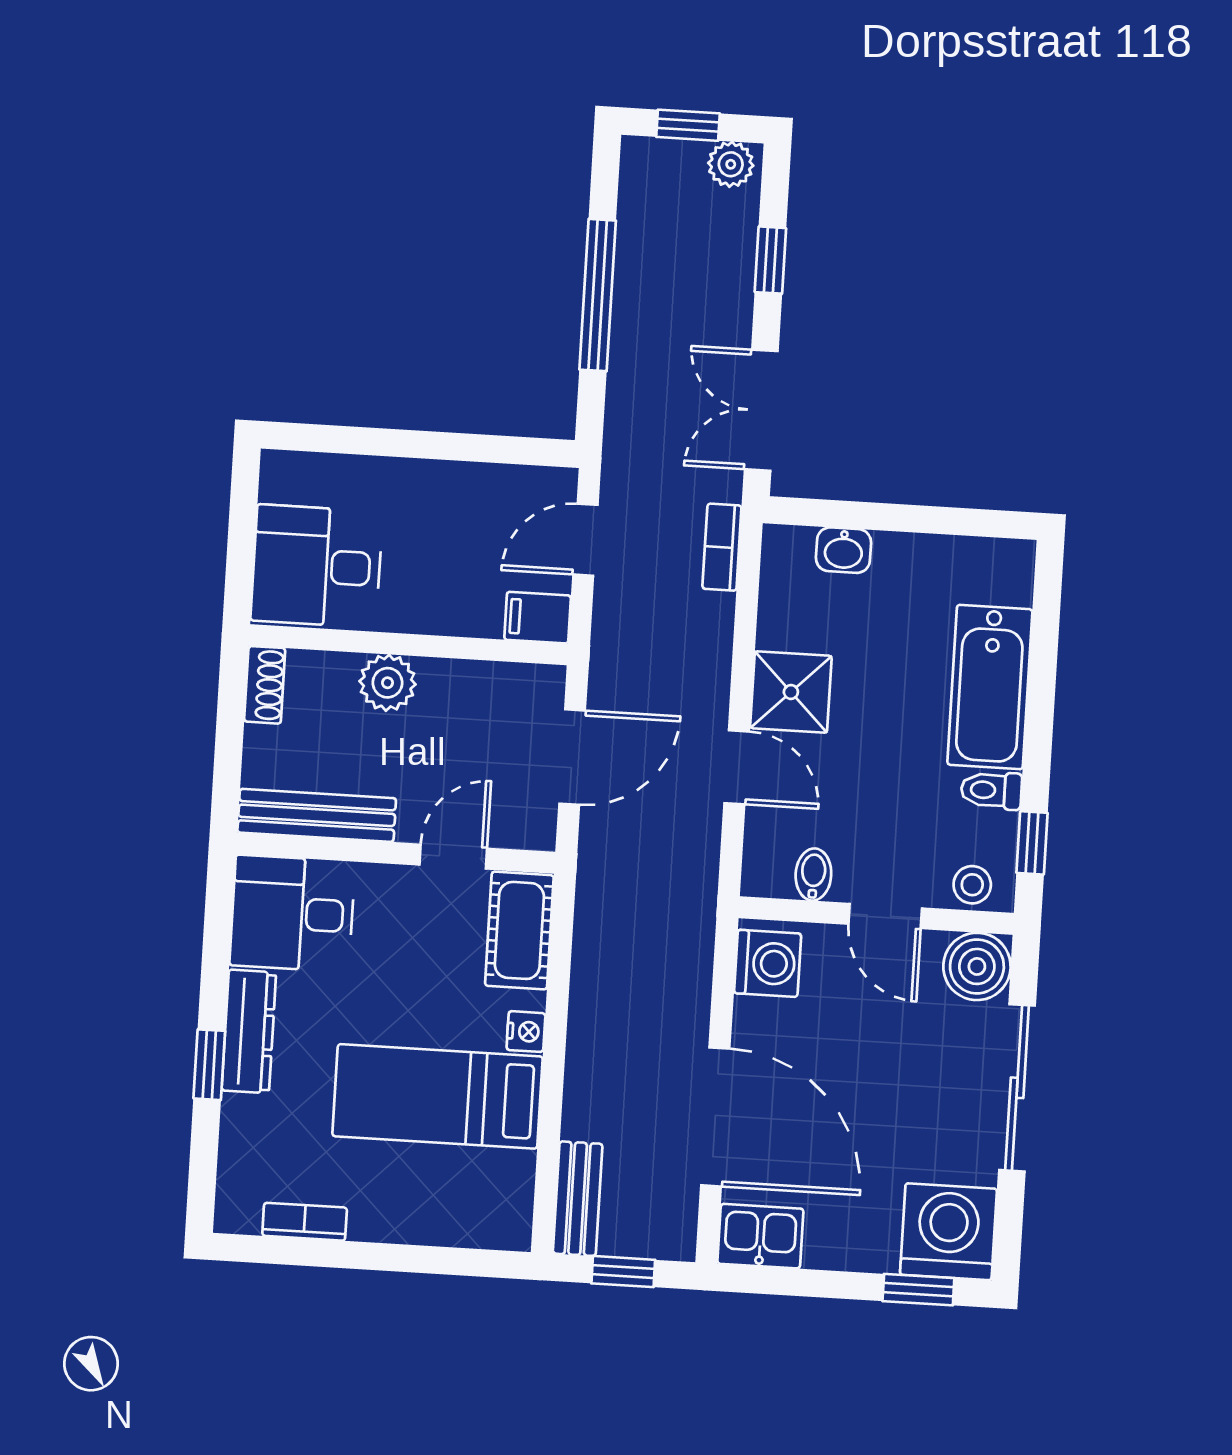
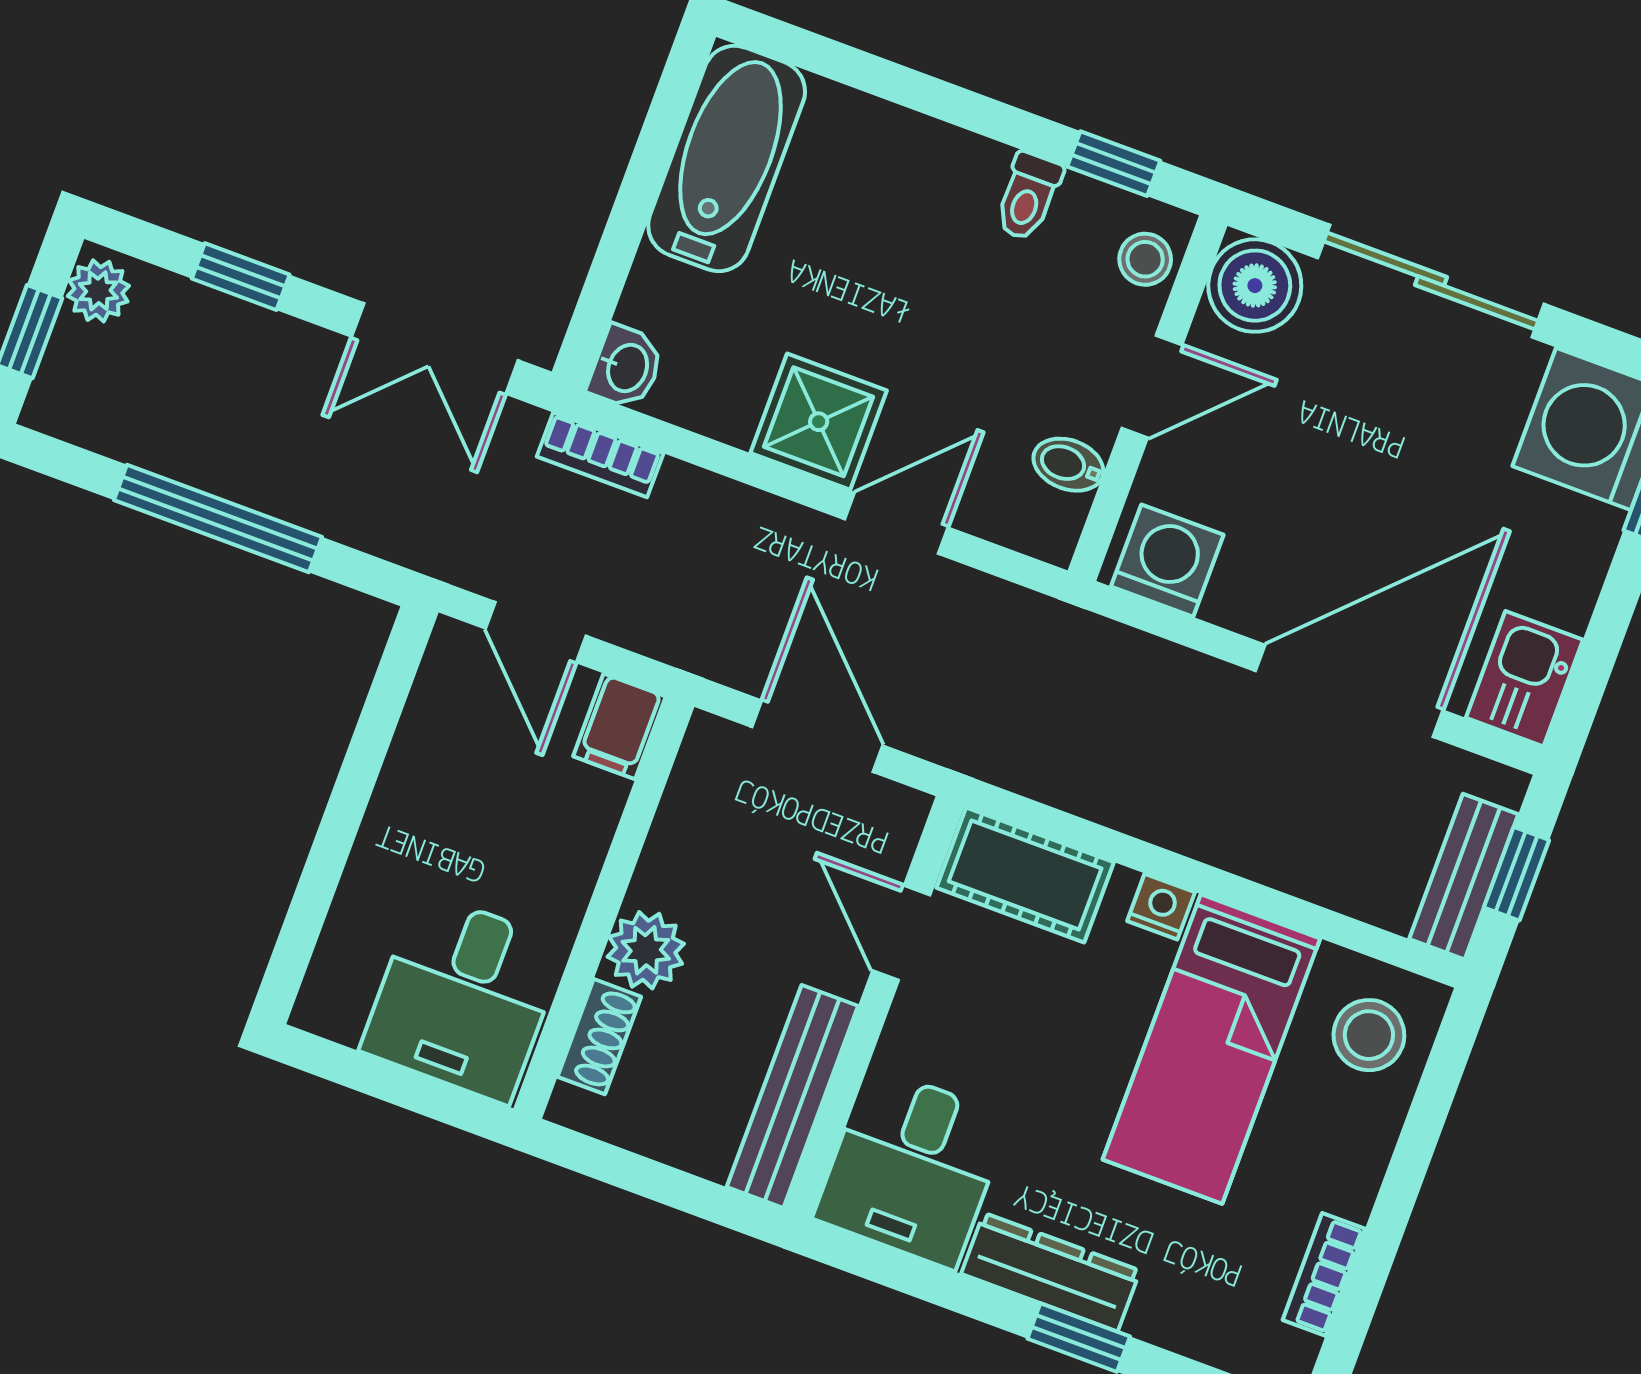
washbasin: (843, 550) -> (626, 367), moved
shoe rack: (265, 685) -> (599, 1037), moved, turned 90
bathtub: (990, 687) -> (727, 158), moved, turned -90
bench: (578, 1199) -> (1464, 877), moved, turned 90
stool: (480, 1203) -> (1369, 1035), added

